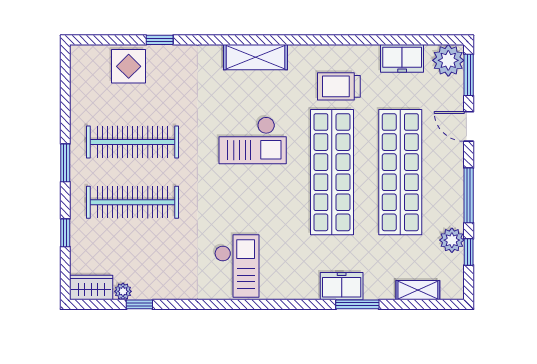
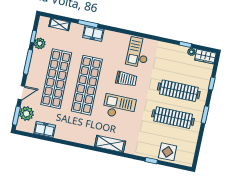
plant: (448, 60) -> (26, 114), moved
trolley: (339, 86) -> (126, 79), moved
door: (469, 126) -> (21, 93), hinge flipped

